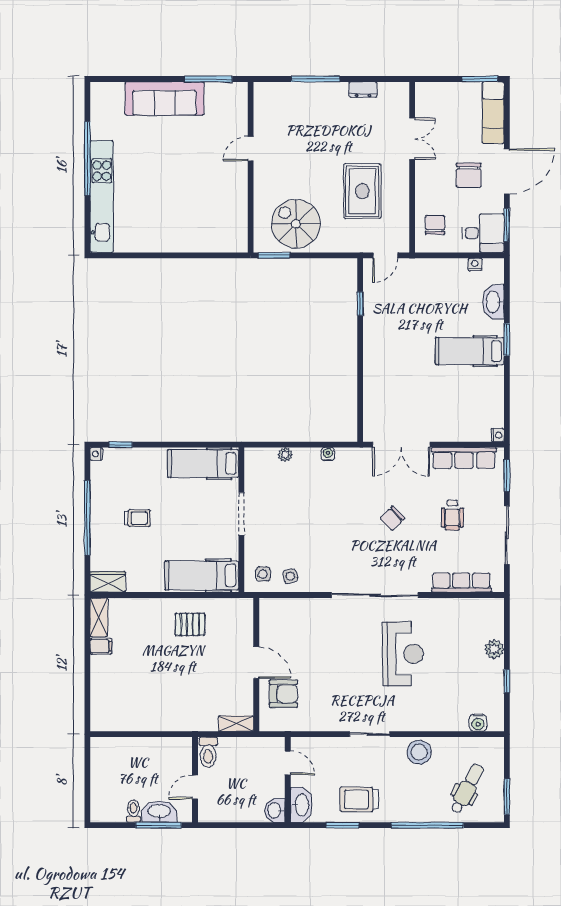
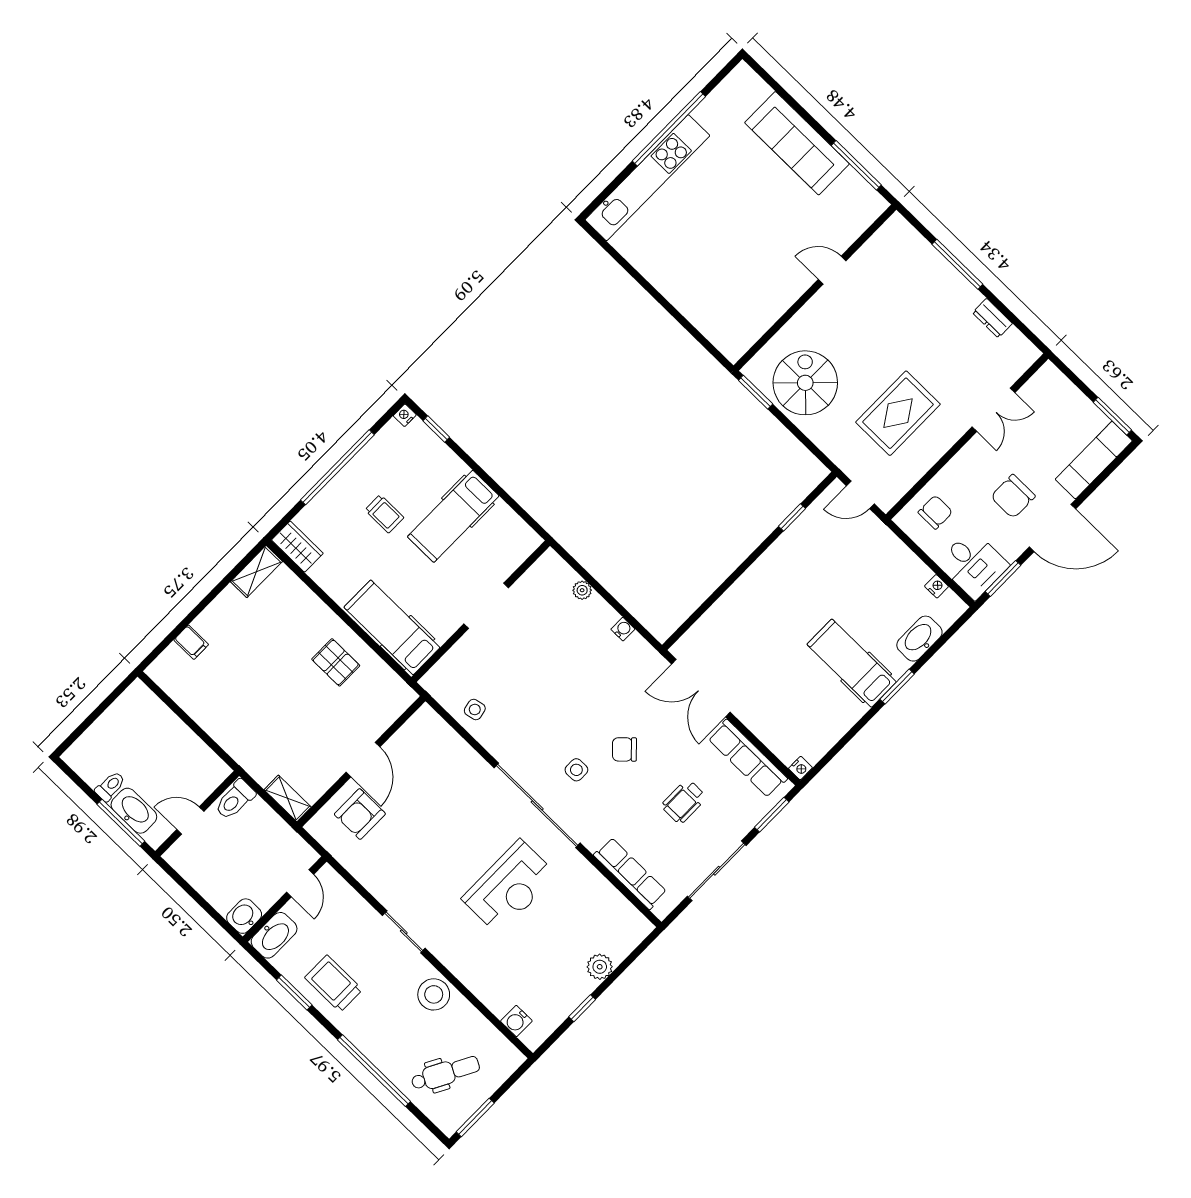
hospital bed: (203, 463) -> (453, 516), moved, turned -90
side table: (263, 574) -> (576, 770), moved
filing cabinet: (101, 646) -> (191, 642), moved
armchair: (283, 694) -> (360, 814), turned 90

